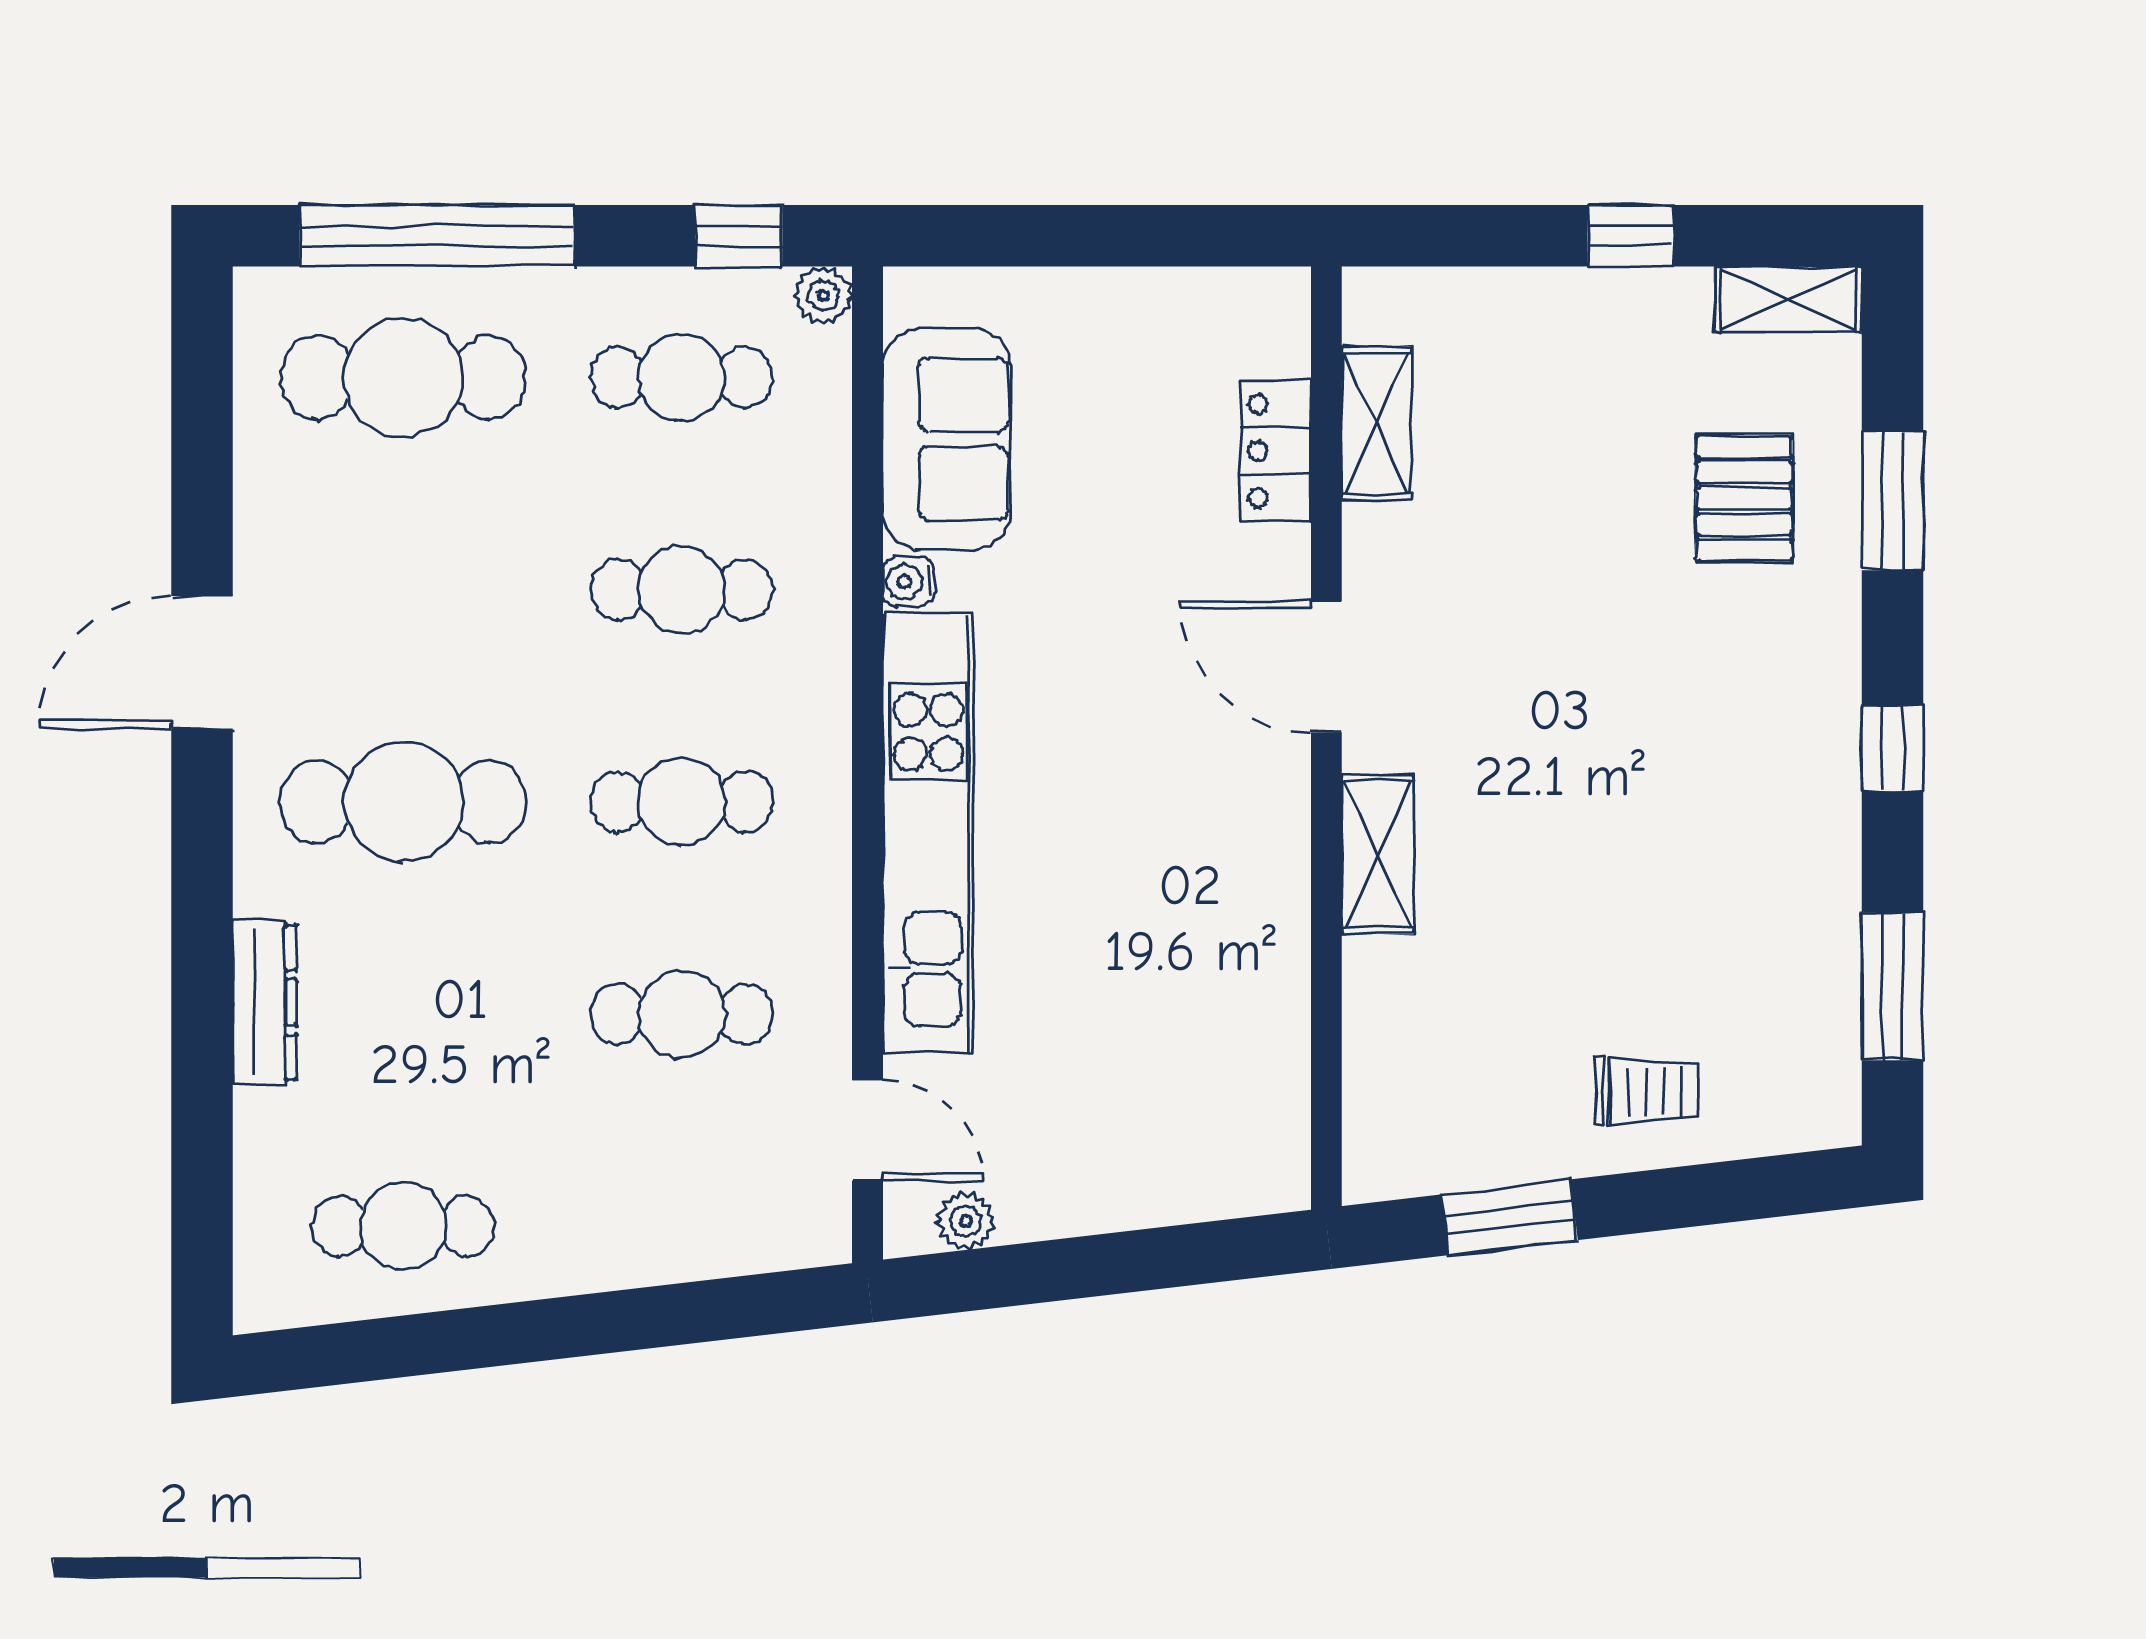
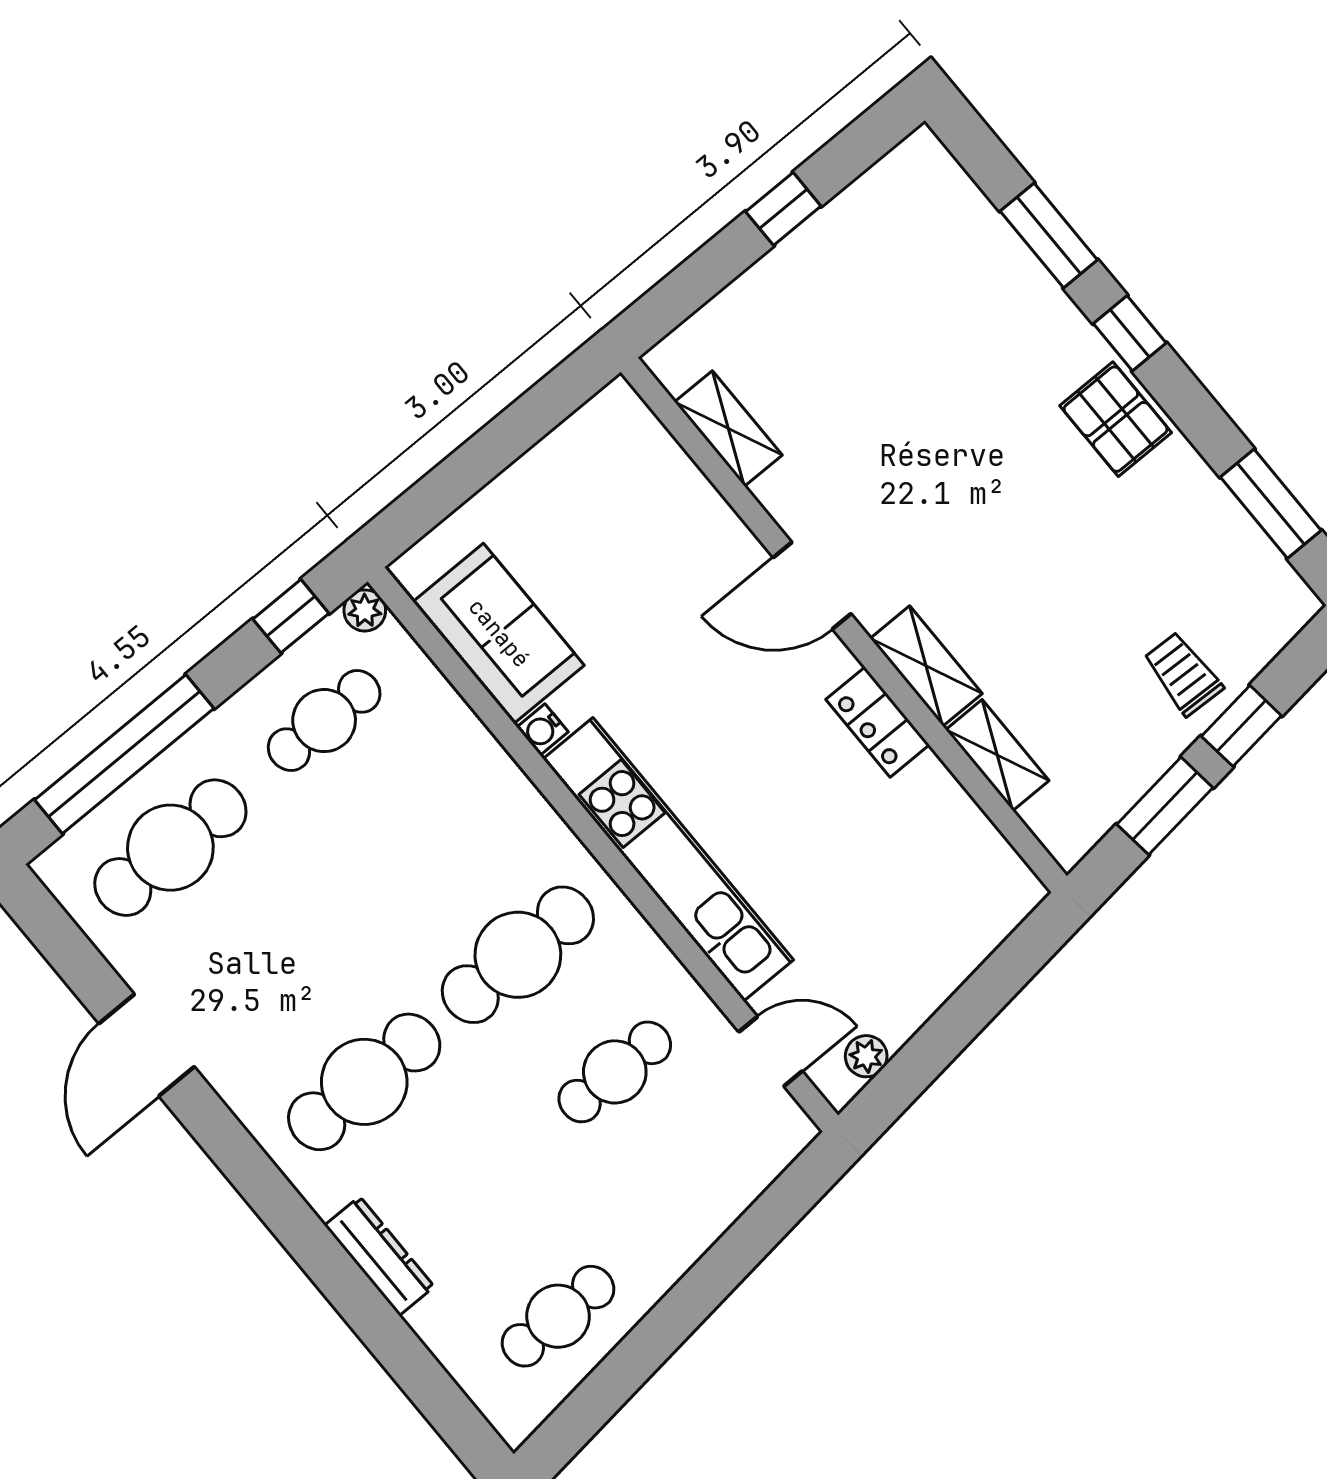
shelving: (1788, 299) -> (997, 755), moved, turned 90
locker: (1275, 451) -> (878, 722), moved
pallet: (1744, 498) -> (1116, 419), moved
cafe table: (682, 590) -> (421, 838), removed
door: (202, 662) -> (147, 1045), moved
window: (1893, 748) -> (1130, 333), moved
cafe table: (682, 802) -> (518, 955), width x1.37, depth x1.35
trolley: (1647, 1091) -> (1183, 674), turned -88
window: (1663, 1199) -> (1241, 726), added

